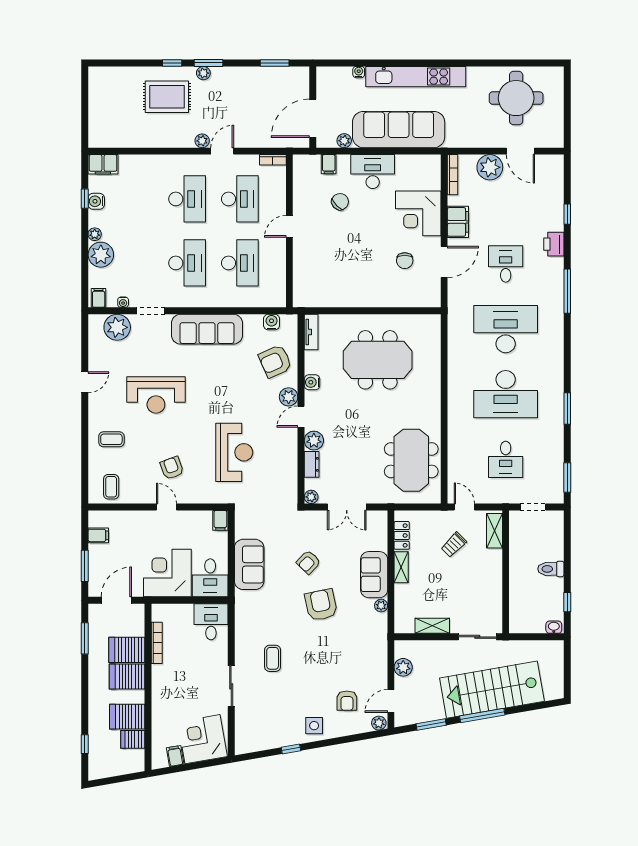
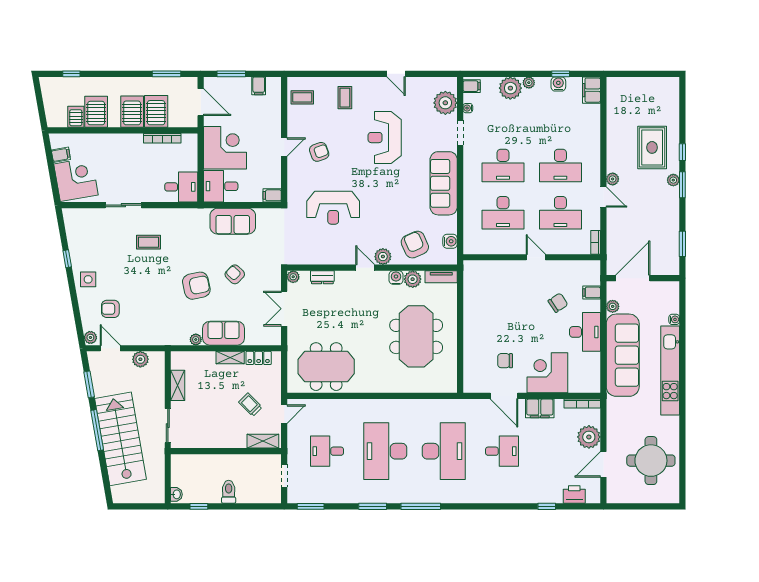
door: (313, 118) -> (633, 278), hinge flipped
chair: (340, 202) -> (558, 303), turned -78
printer: (554, 244) -> (574, 494), moved
window: (567, 291) -> (421, 506), moved
plant: (314, 441) -> (413, 279), moved

